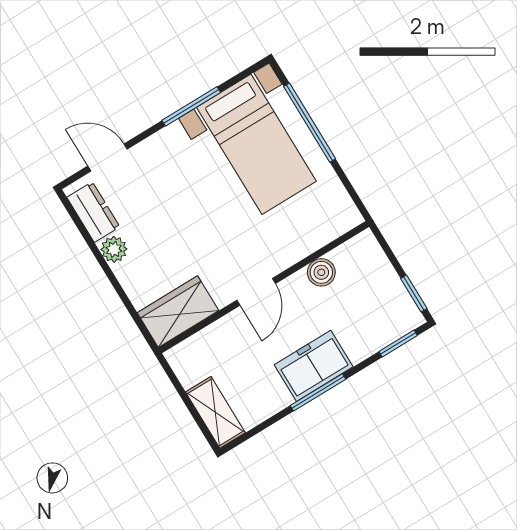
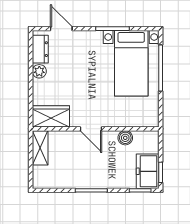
door: (256, 292) -> (91, 129), hinge flipped
freezer: (314, 366) -> (148, 171), moved, turned -90
shelving: (215, 412) -> (40, 148), moved

